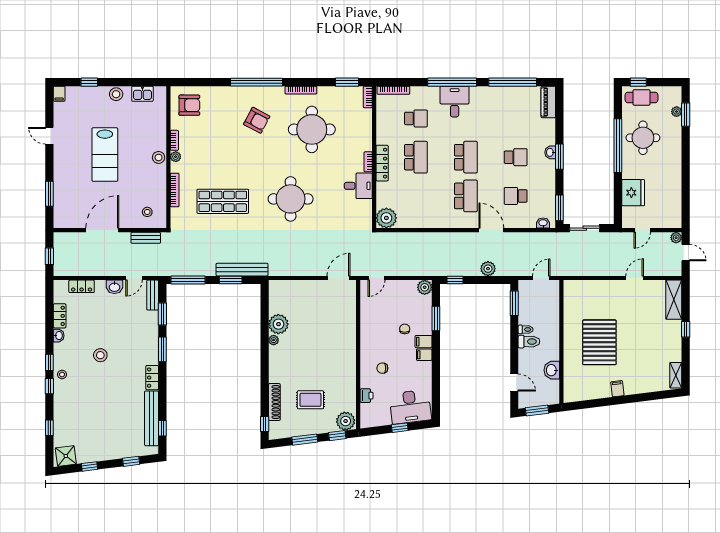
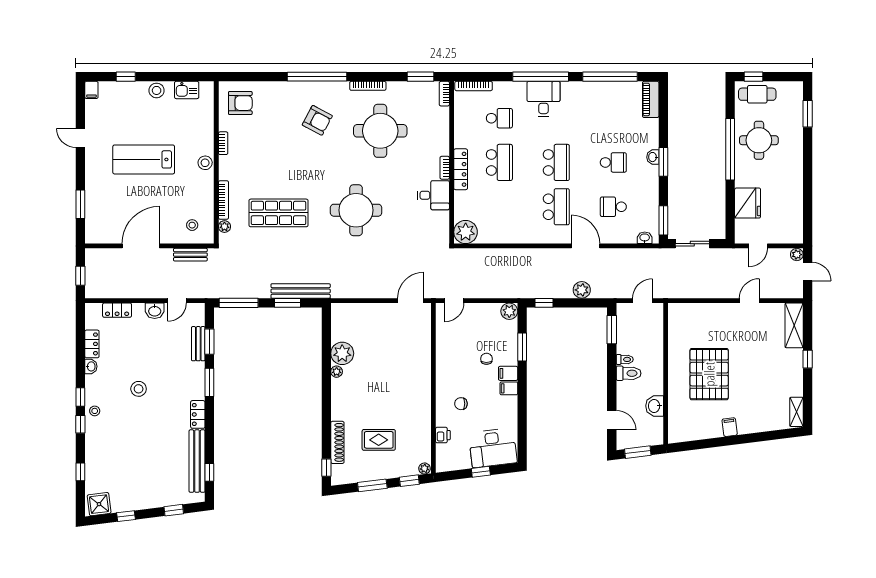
plant: (677, 112) -> (797, 110), removed
lab bench: (105, 155) -> (144, 159), turned 90
plant: (176, 157) -> (224, 227), moved
bench: (153, 295) -> (198, 344), moved
plant: (346, 421) -> (424, 468), width x0.53, depth x0.53

